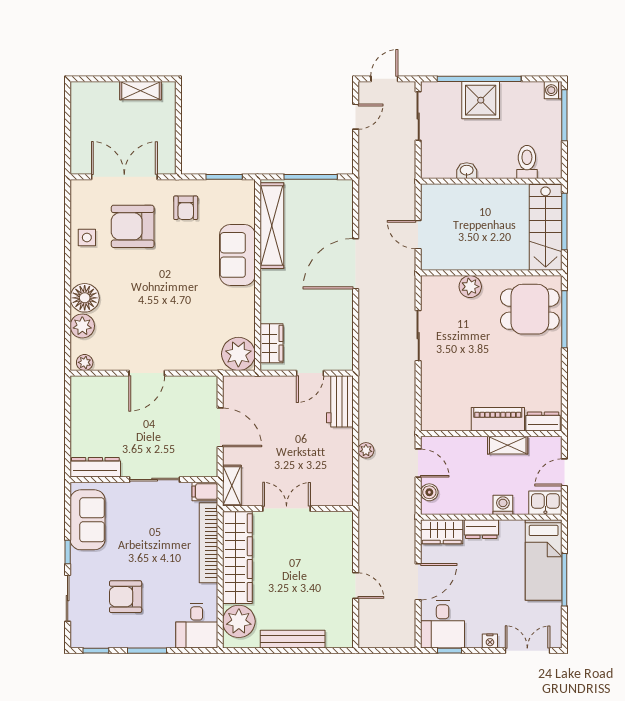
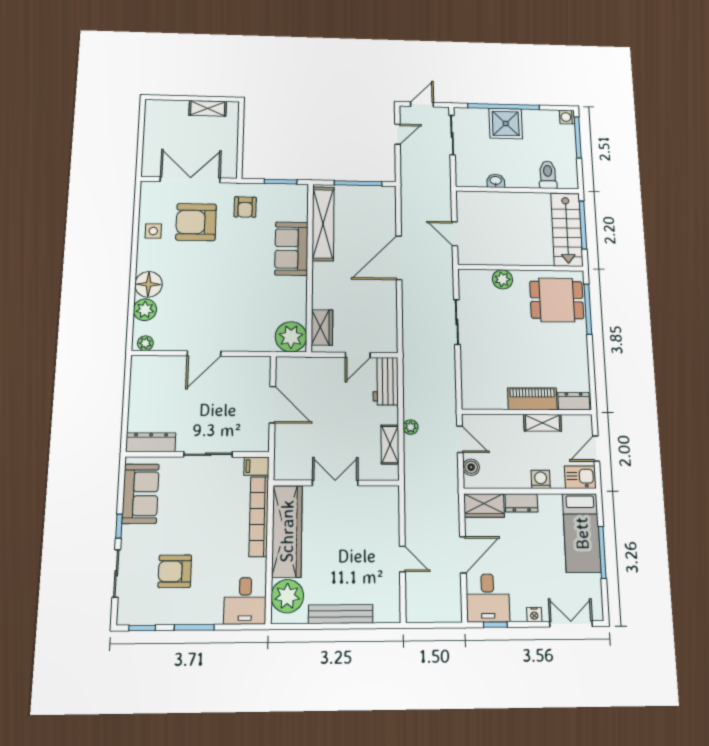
shelving: (232, 486) -> (390, 445), moved

